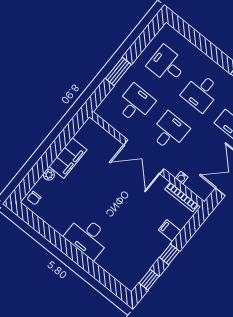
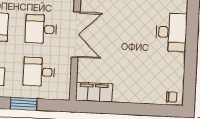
filing cabinet: (68, 158) -> (94, 92), moved
plant: (49, 175) -> (145, 99), removed

